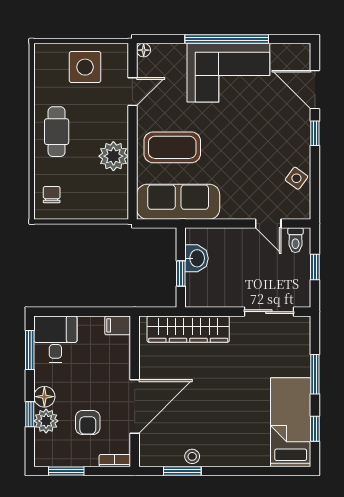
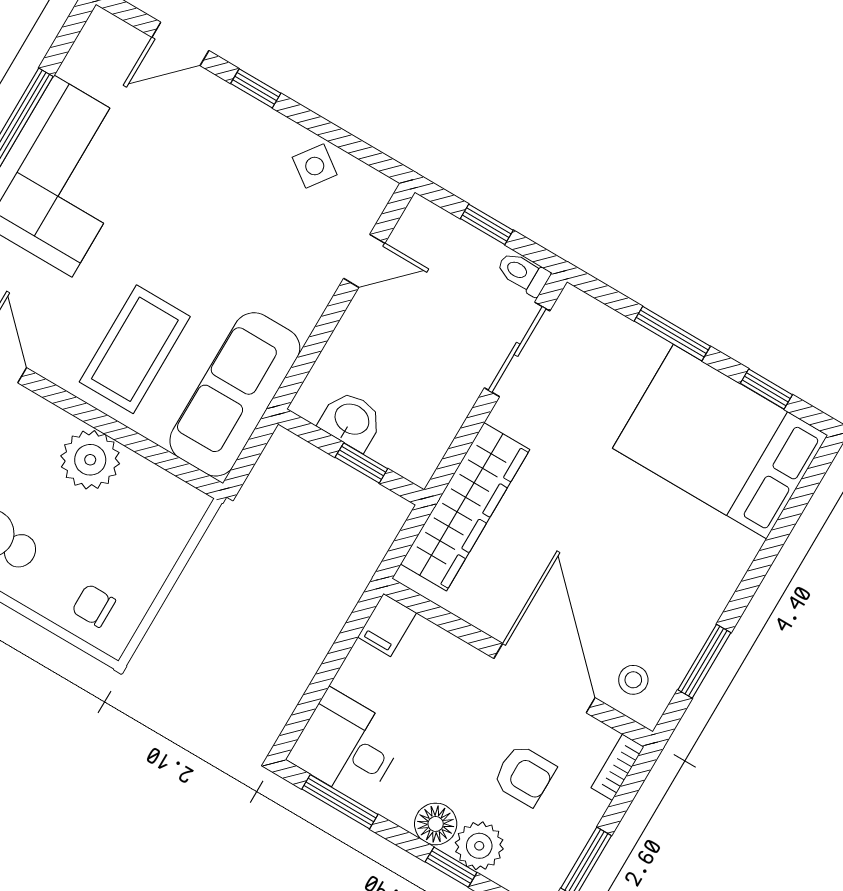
door: (315, 90) -> (180, 44), width x0.73
toilet: (295, 240) -> (523, 273), moved, turned 180
bed: (291, 422) -> (720, 442), width x1.50
stool: (192, 456) -> (633, 680), moved

